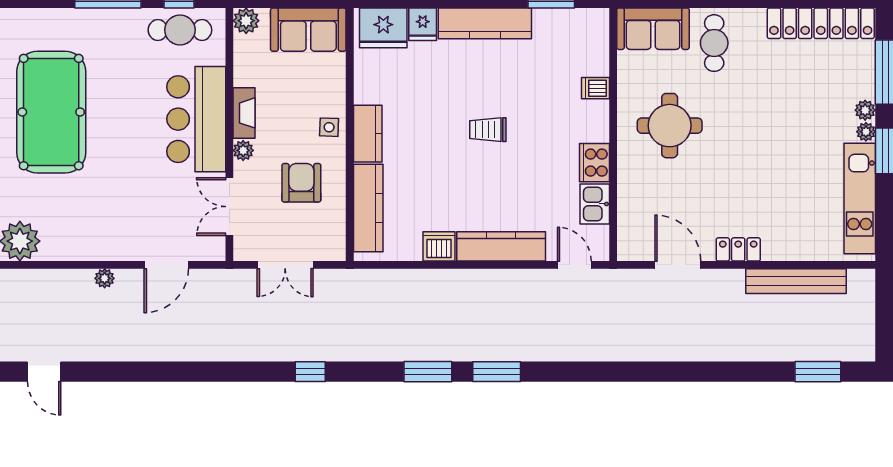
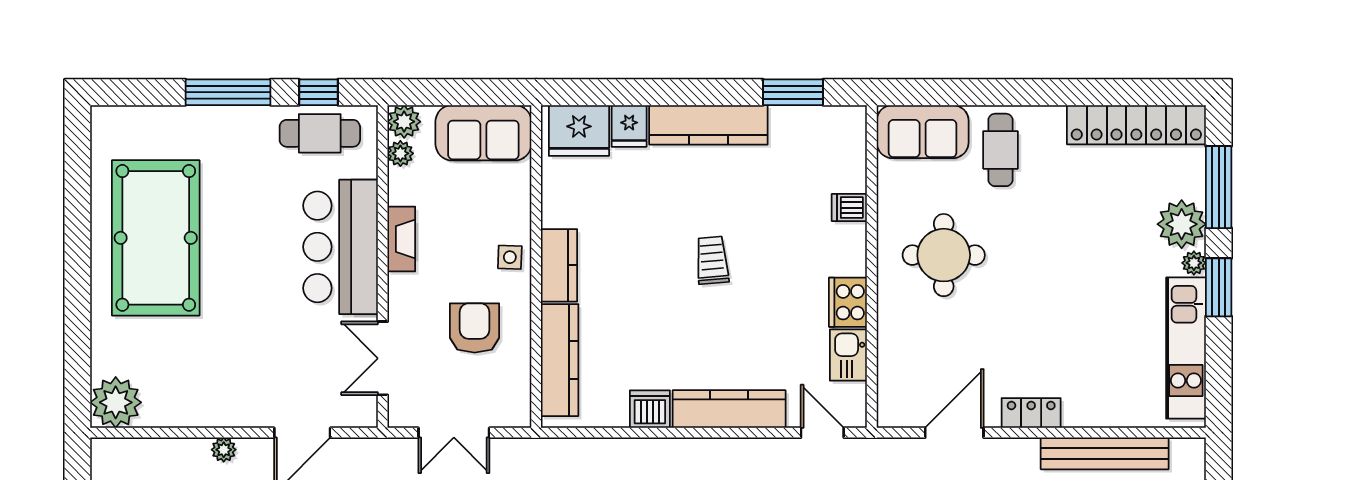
plant: (865, 110) -> (1182, 224), width x1.88, depth x1.88
trolley: (488, 130) -> (712, 260), turned 85
plant: (243, 150) -> (400, 153), moved
door: (678, 265) -> (954, 433), hinge flipped

